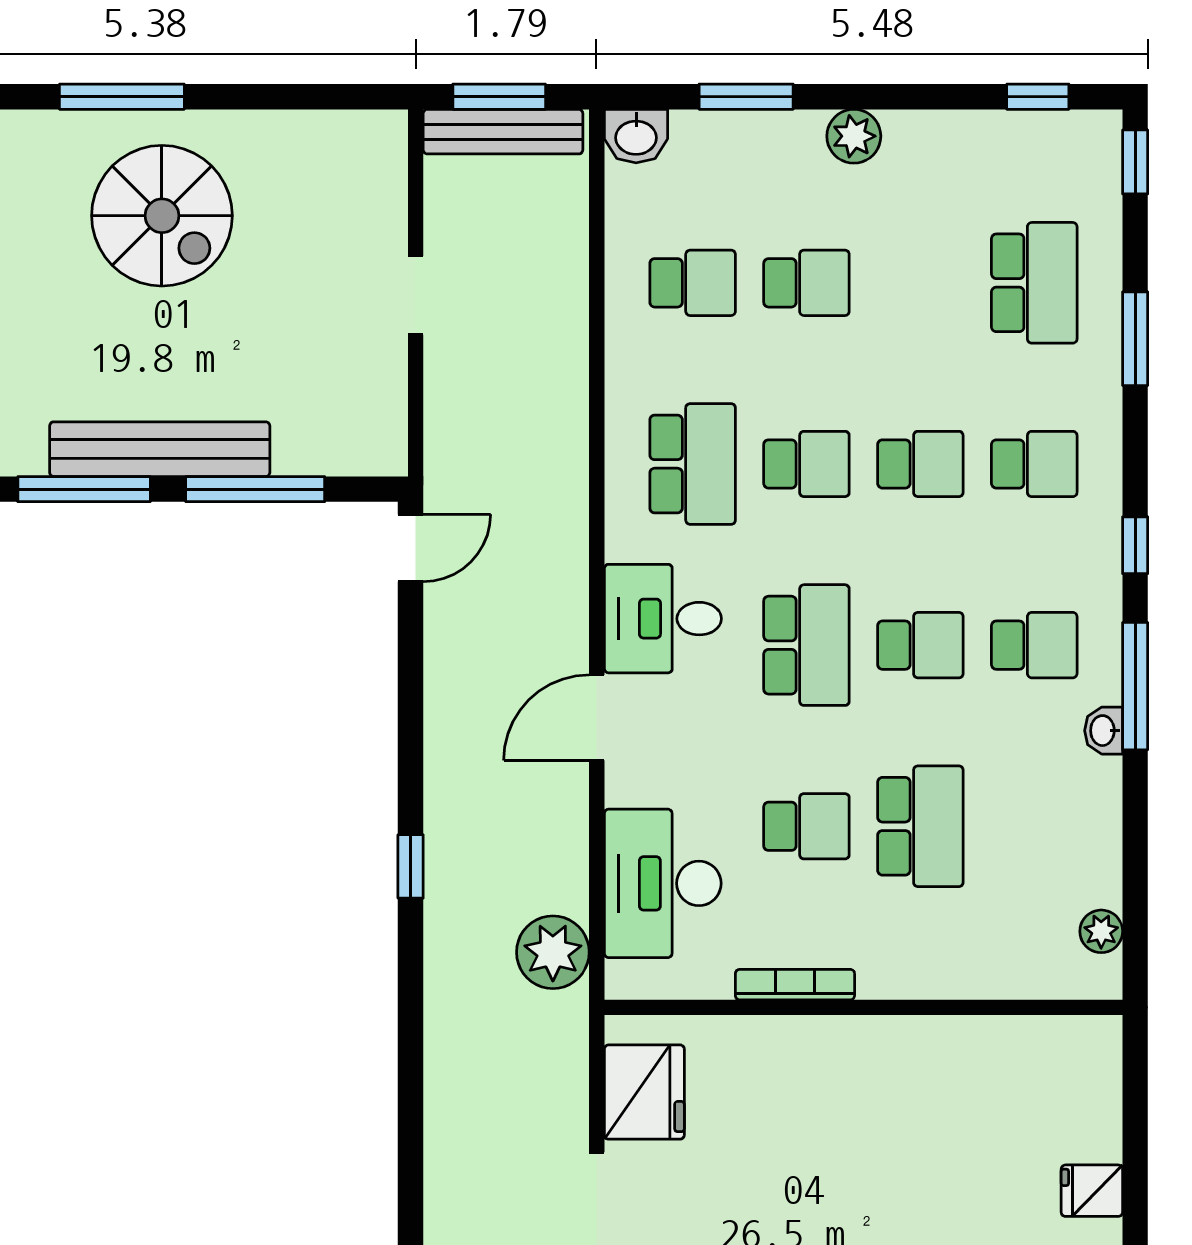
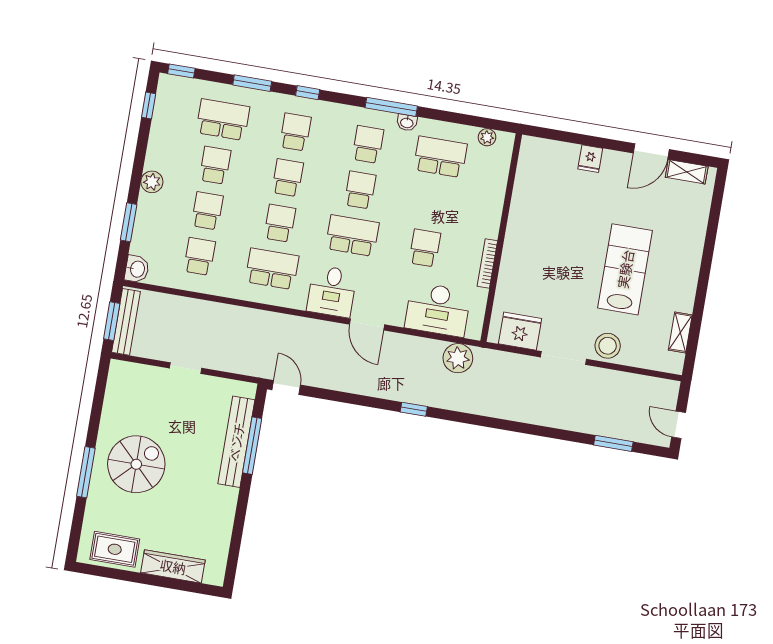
school desk: (920, 283) -> (215, 165), added
bench: (160, 449) -> (236, 442), moved
window: (84, 489) -> (240, 514), removed
window: (1135, 545) -> (308, 93), moved
school desk: (920, 826) -> (440, 157), moved

